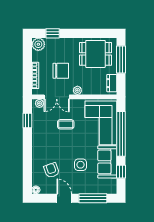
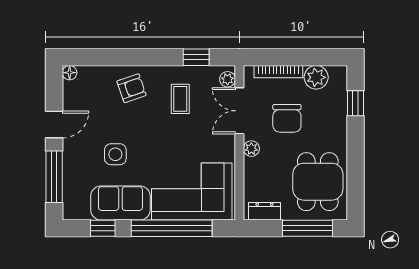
plant: (38, 44) -> (316, 77), moved
coffee table: (66, 124) -> (180, 99), moved
armchair: (52, 170) -> (132, 88), moved

